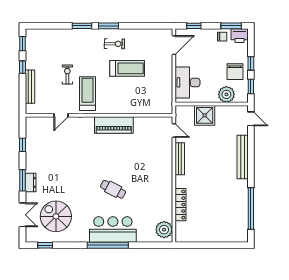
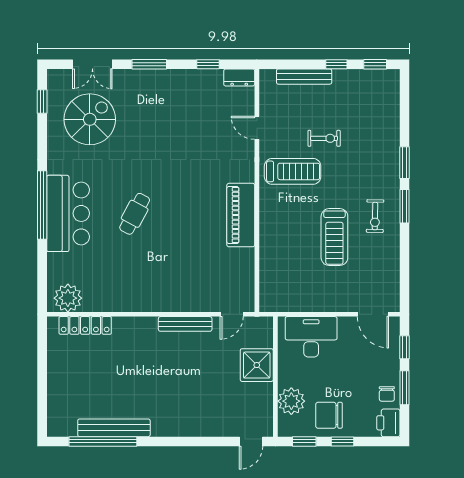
window: (231, 26) -> (405, 388), moved
bench: (243, 157) -> (114, 428), moved
dresser: (31, 182) -> (239, 77), moved
locker: (181, 205) -> (85, 325), moved

